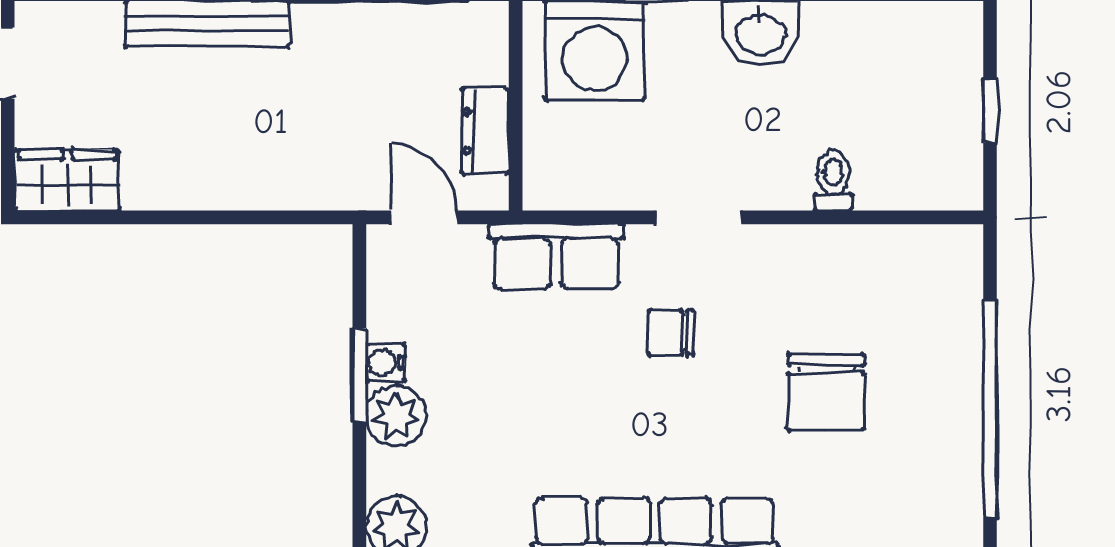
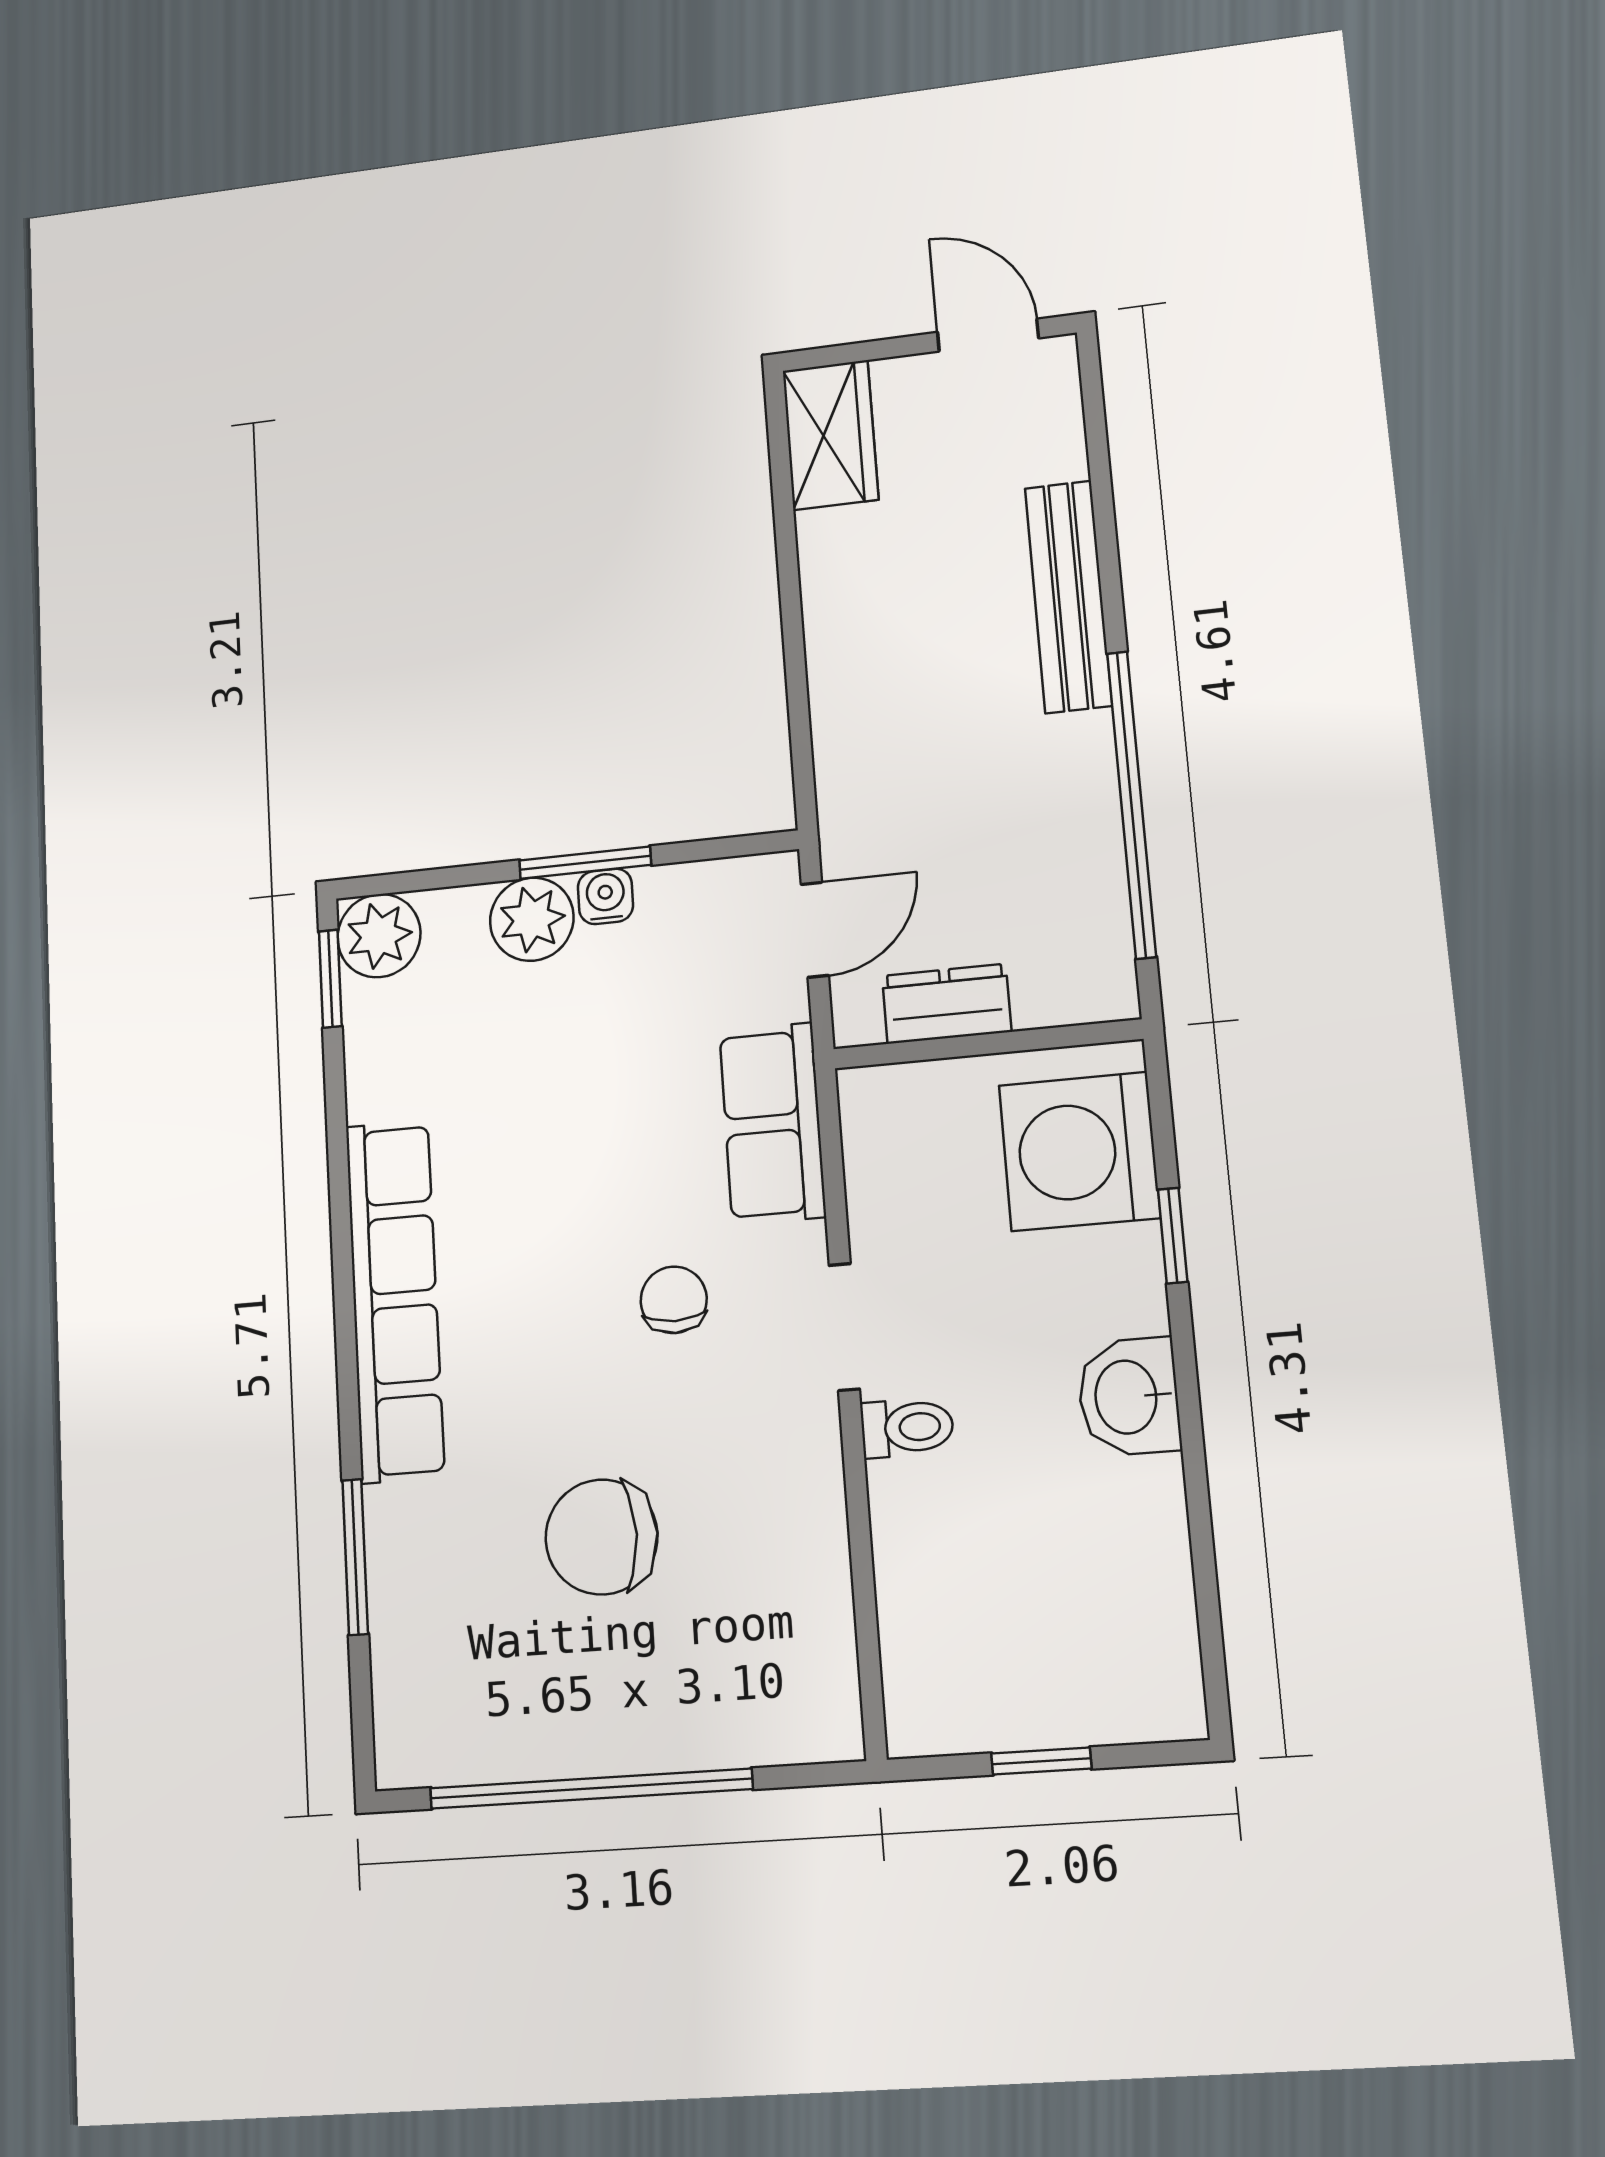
toilet: (833, 180) -> (907, 1428), moved

